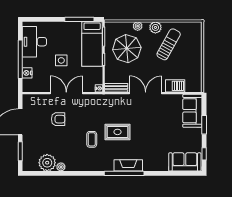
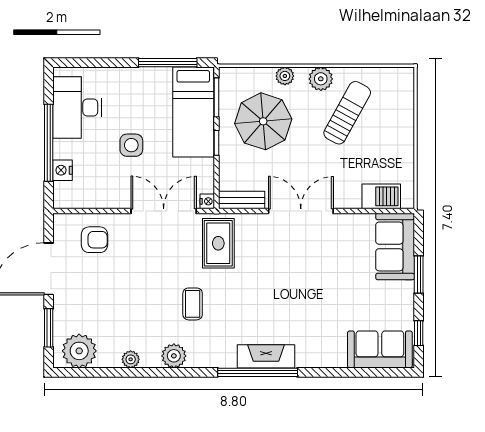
barbecue: (175, 86) -> (381, 196), moved
double door: (66, 93) -> (164, 211), moved
armchair: (58, 119) -> (94, 240), moved
rug: (117, 132) -> (218, 243), moved, turned 90
plant: (47, 163) -> (79, 351), moved
plant: (82, 165) -> (174, 356), added

